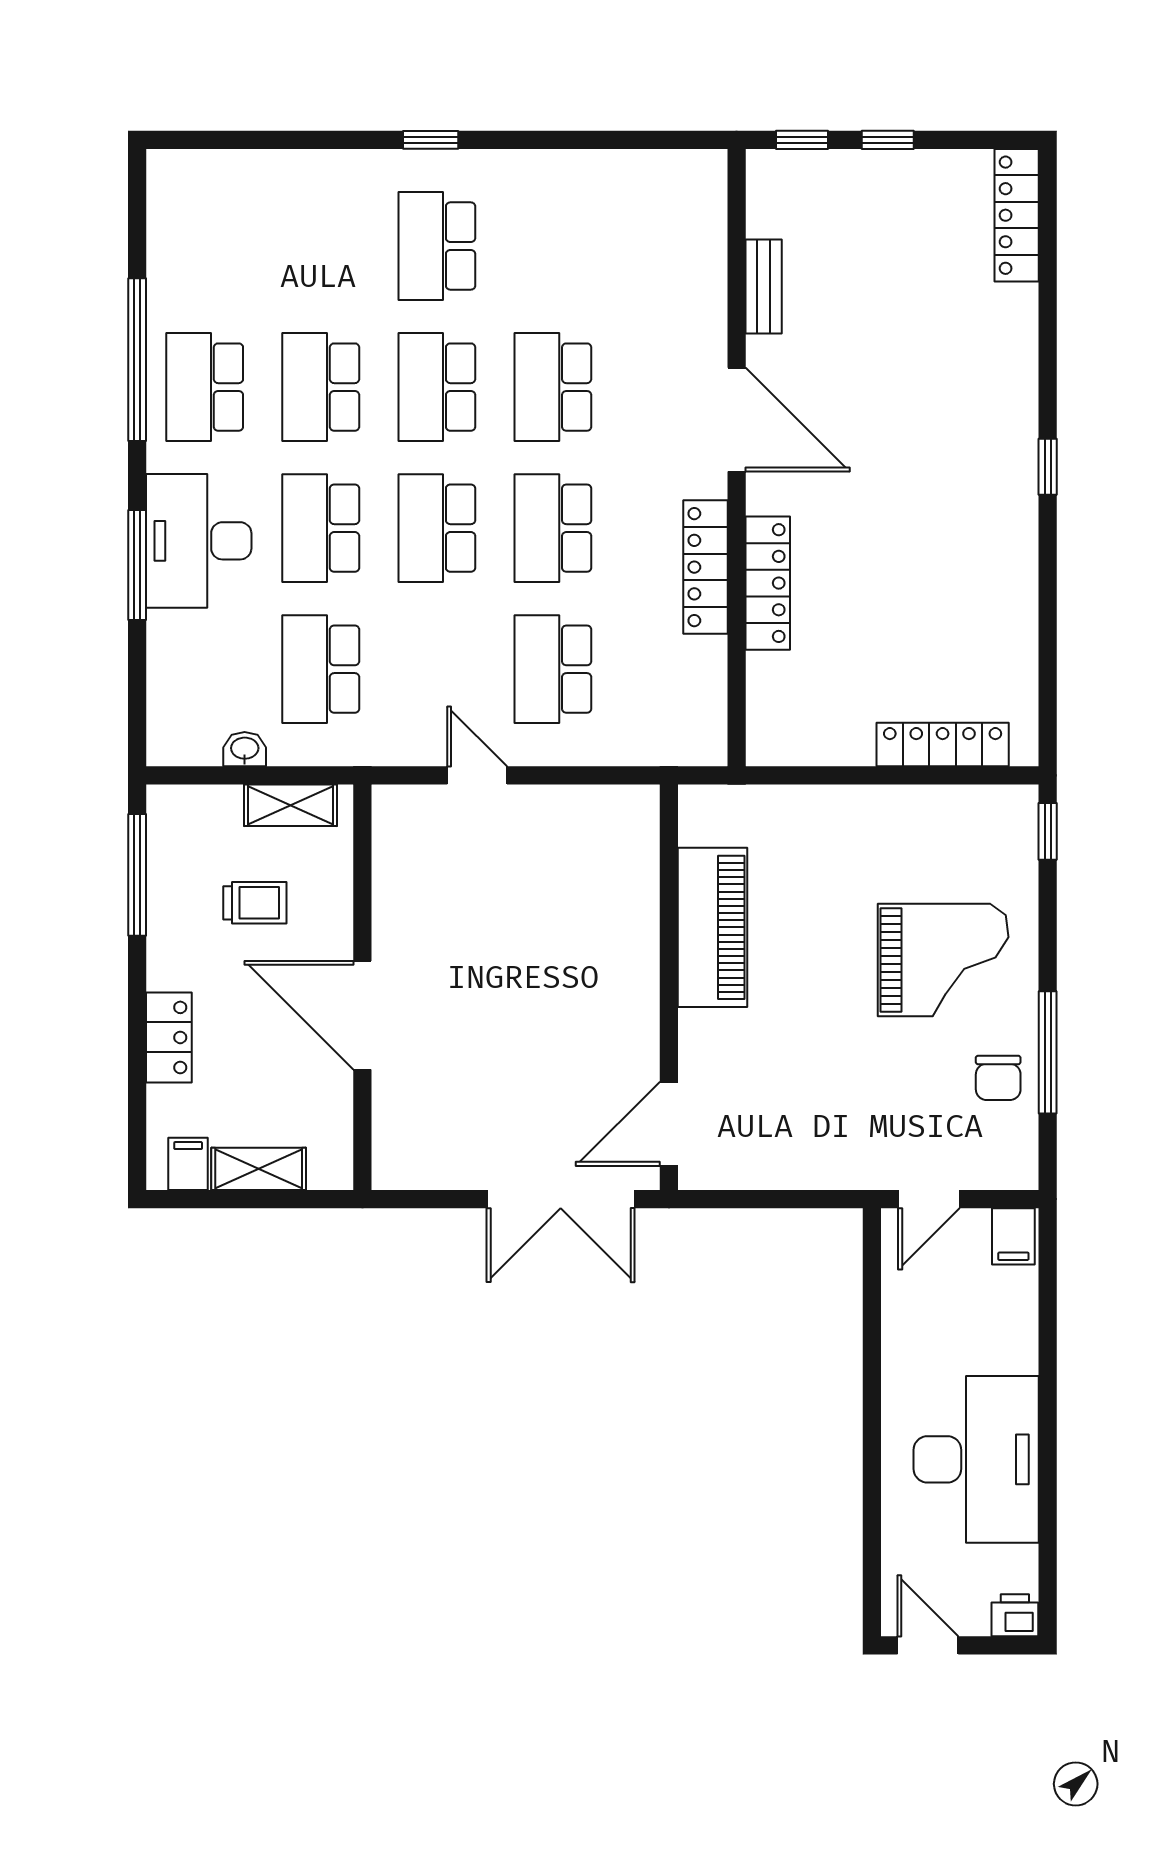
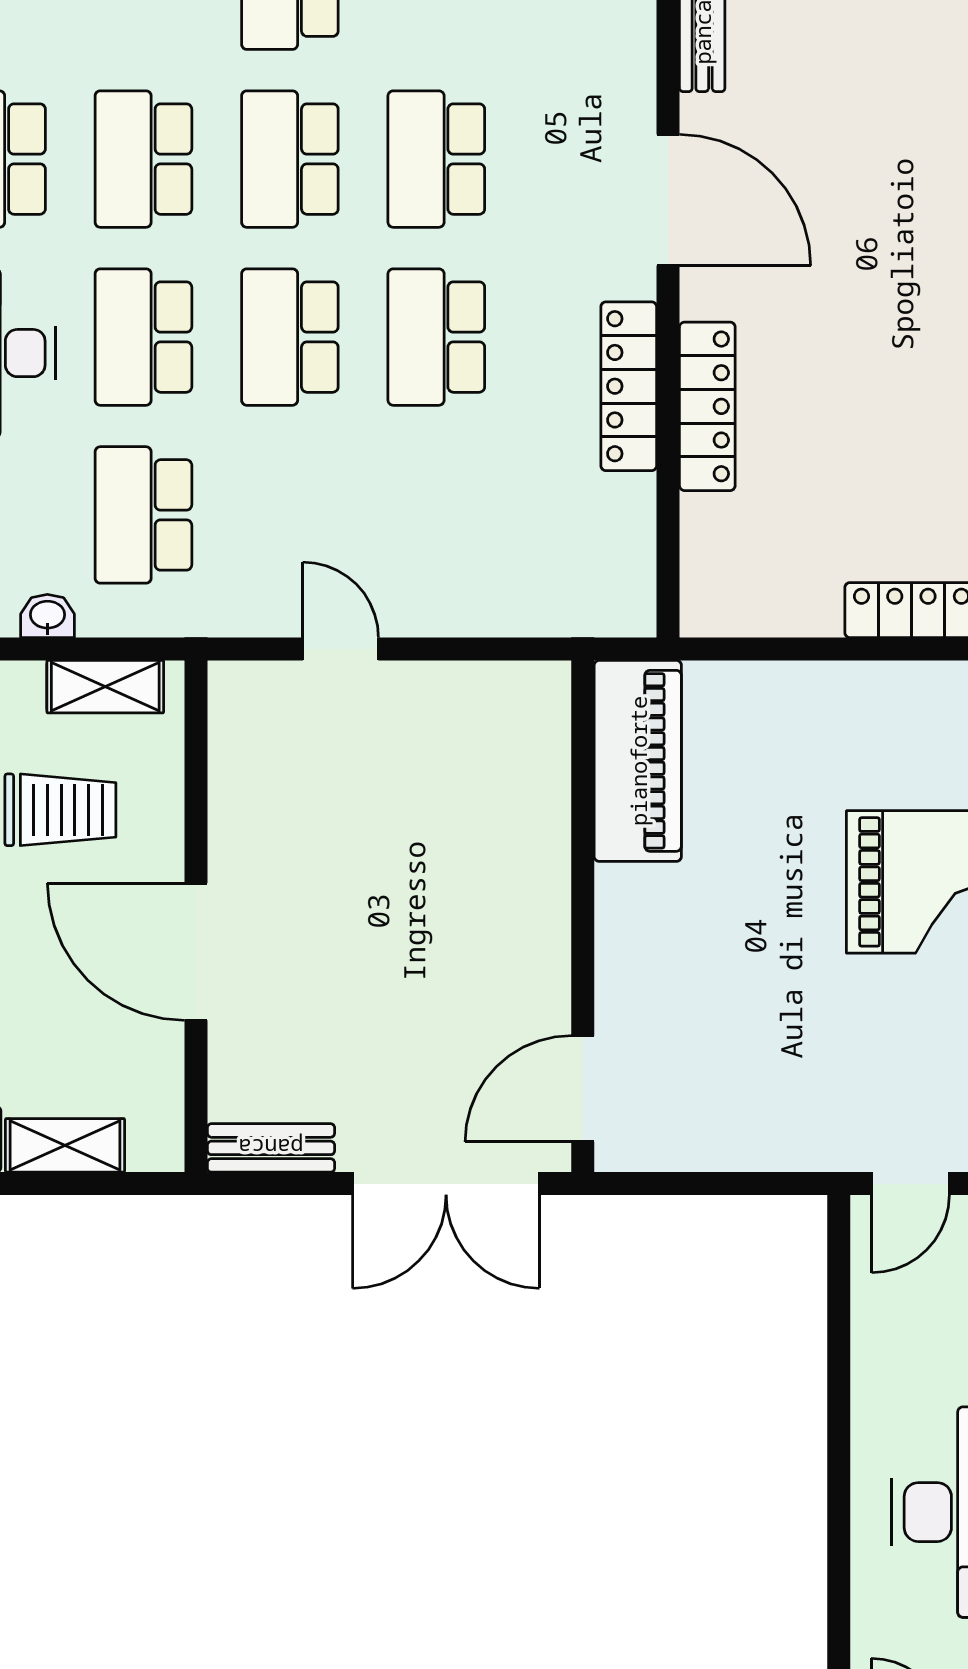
school desk: (553, 669) -> (436, 515), removed
trolley: (255, 903) -> (60, 810), width x1.36, depth x1.39
piano: (713, 927) -> (638, 761), moved
bench: (422, 1171) -> (271, 1148), added

